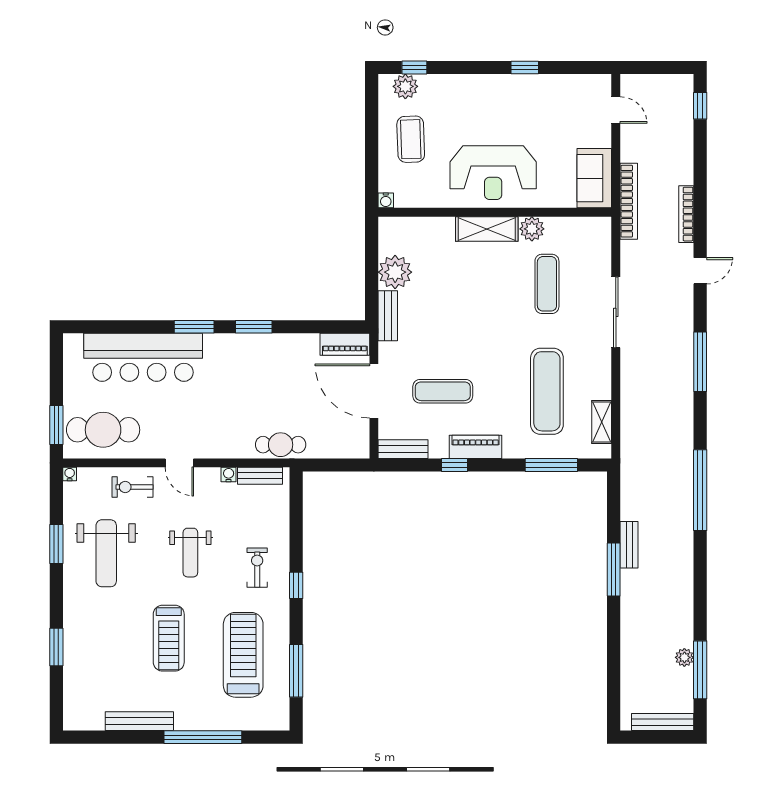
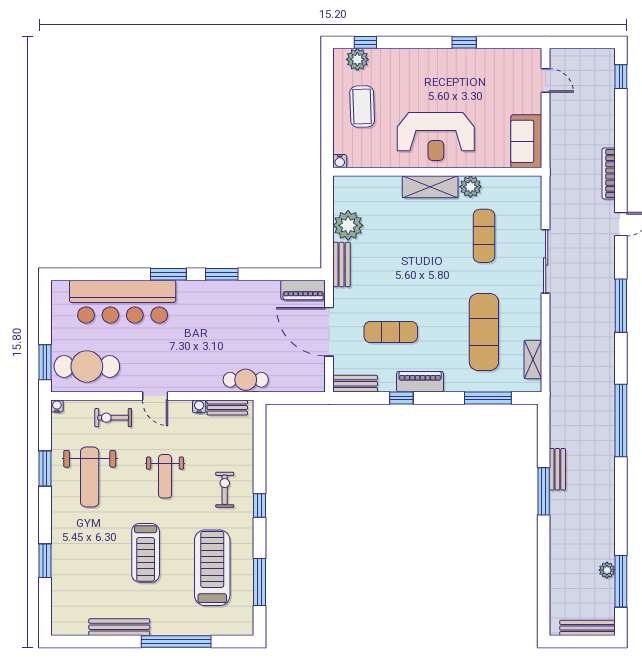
bookcase: (629, 201) -> (557, 162), removed

